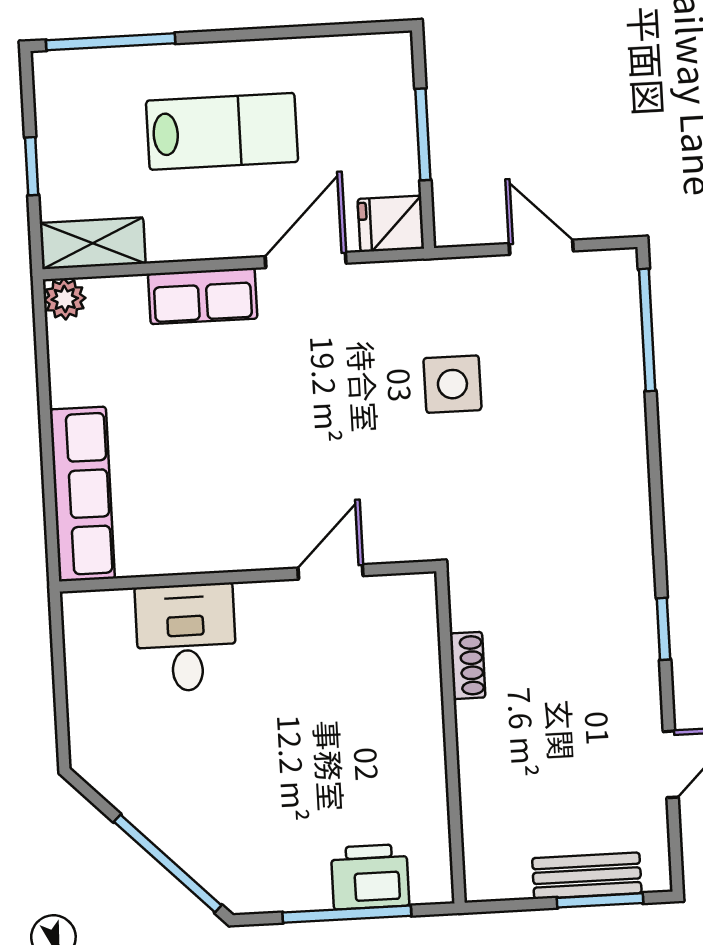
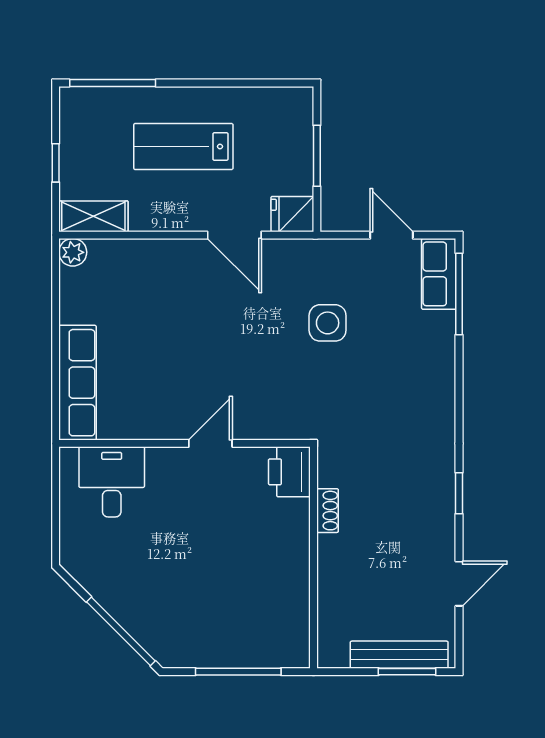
lab bench: (222, 131) -> (183, 146), turned 180
door: (306, 260) -> (234, 235), swing flipped
row of seats: (203, 296) -> (439, 274), moved, turned 90
door: (330, 572) -> (210, 443), moved
desk: (186, 638) -> (112, 482), moved
bench: (587, 876) -> (399, 655), width x1.36
printer: (370, 877) -> (289, 472), moved, turned -90

